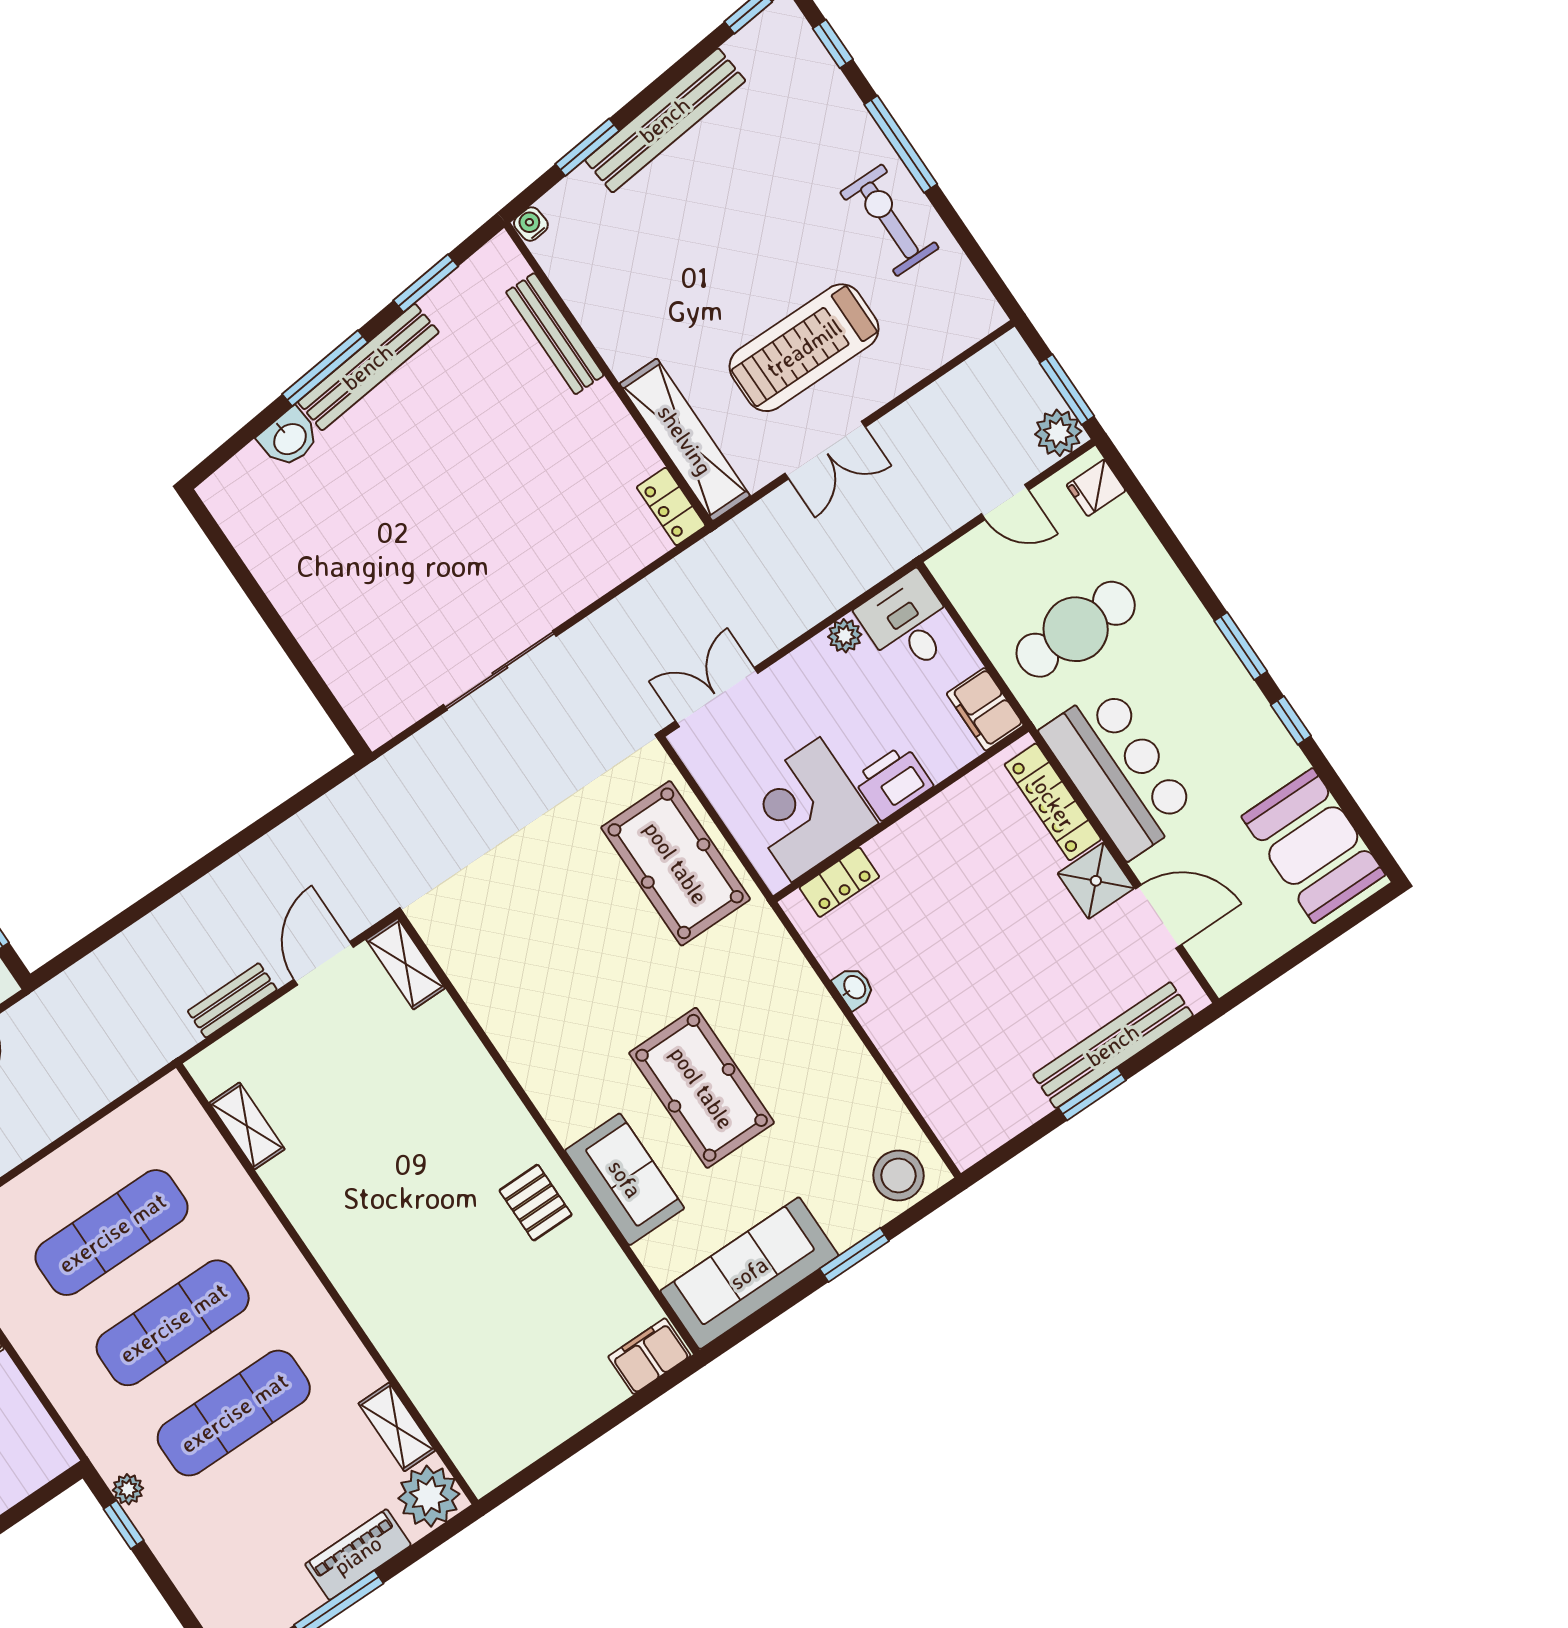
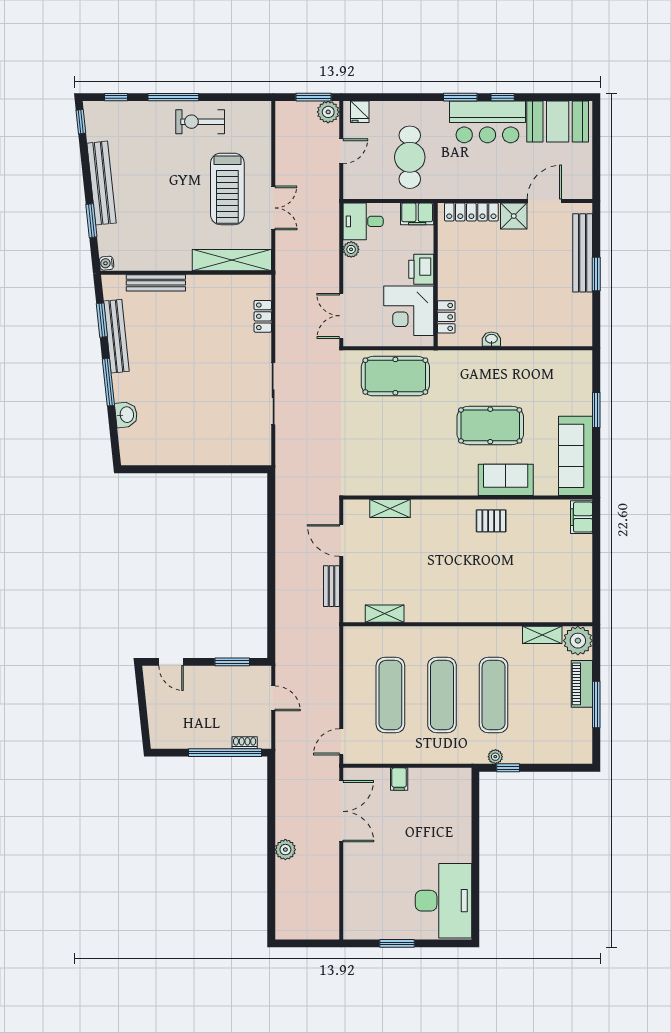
bench: (368, 367) -> (116, 336), moved
locker: (671, 507) -> (263, 316), moved, turned 90
bar counter: (1119, 772) -> (487, 122), moved, turned 180
shelving: (406, 964) -> (390, 509), moved
stool: (898, 1175) -> (577, 372), removed

